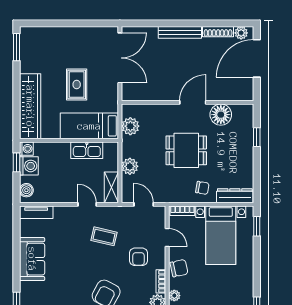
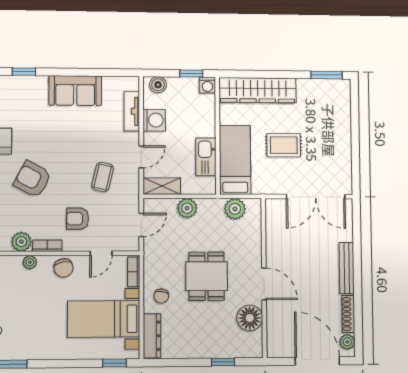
washing machine: (29, 166) -> (154, 120), moved, turned -90
tv unit: (36, 212) -> (132, 111), moved

